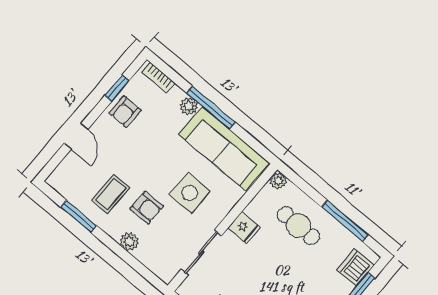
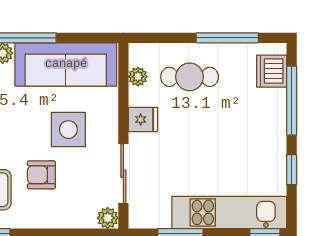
plant: (278, 181) -> (138, 77), moved
armchair: (147, 208) -> (41, 175), turned 180
plant: (129, 242) -> (108, 218), moved

